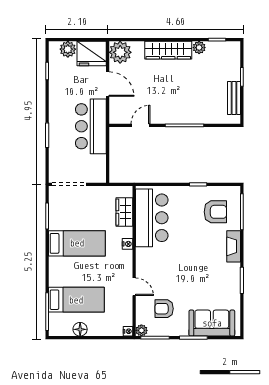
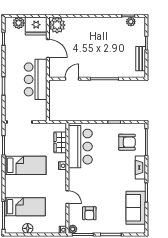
plant: (199, 48) -> (131, 22), moved
wardrobe: (168, 50) -> (92, 24), removed
armchair: (164, 309) -> (89, 213), turned -90
sofa: (212, 323) -> (136, 208), moved, turned -90

